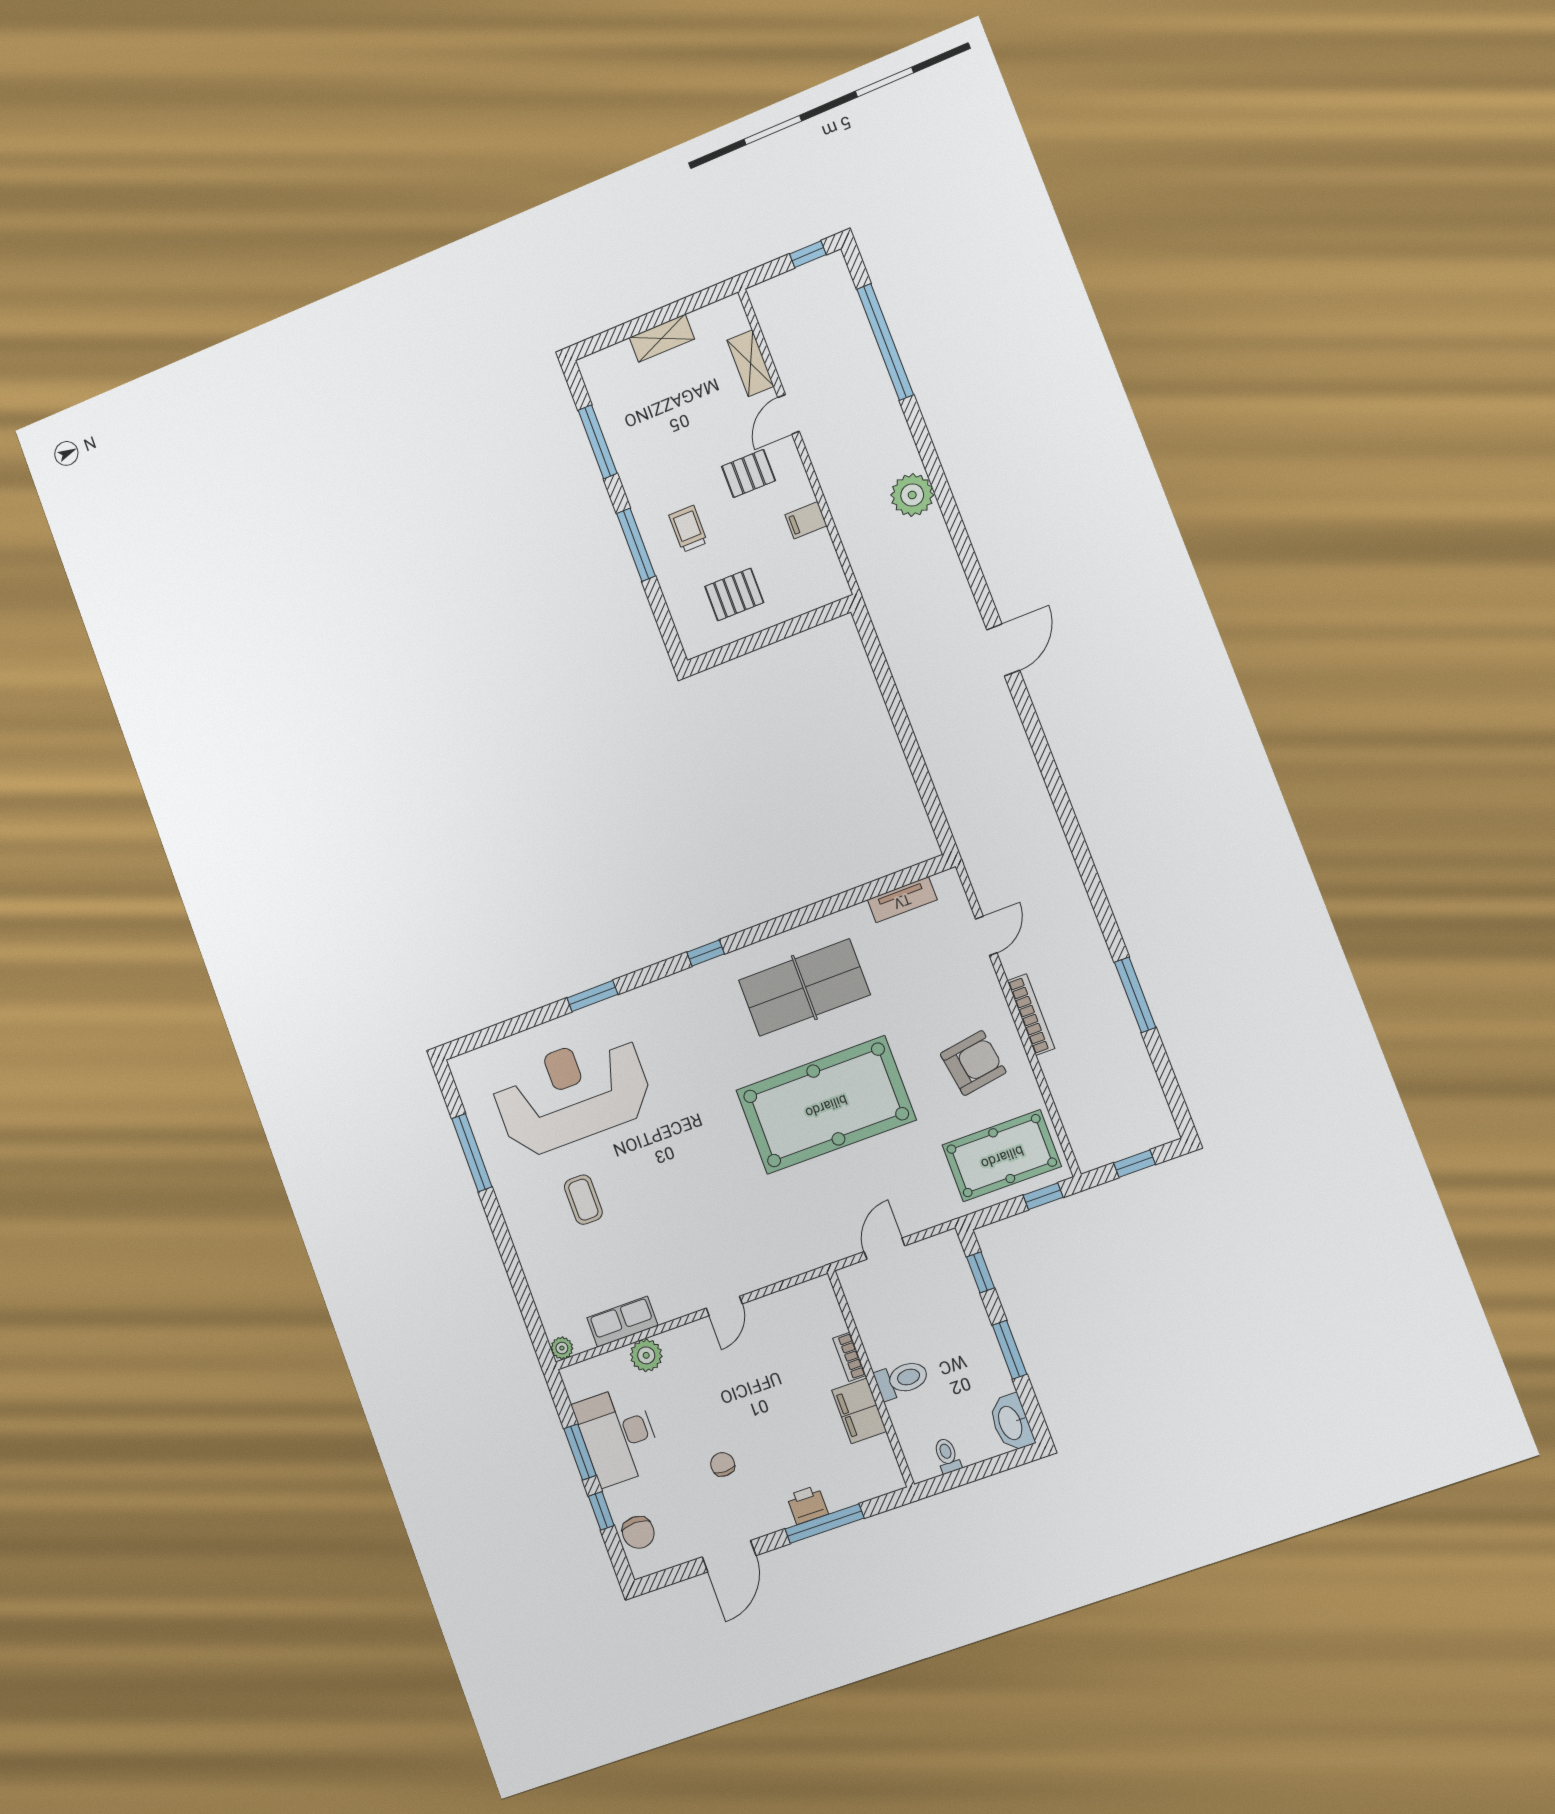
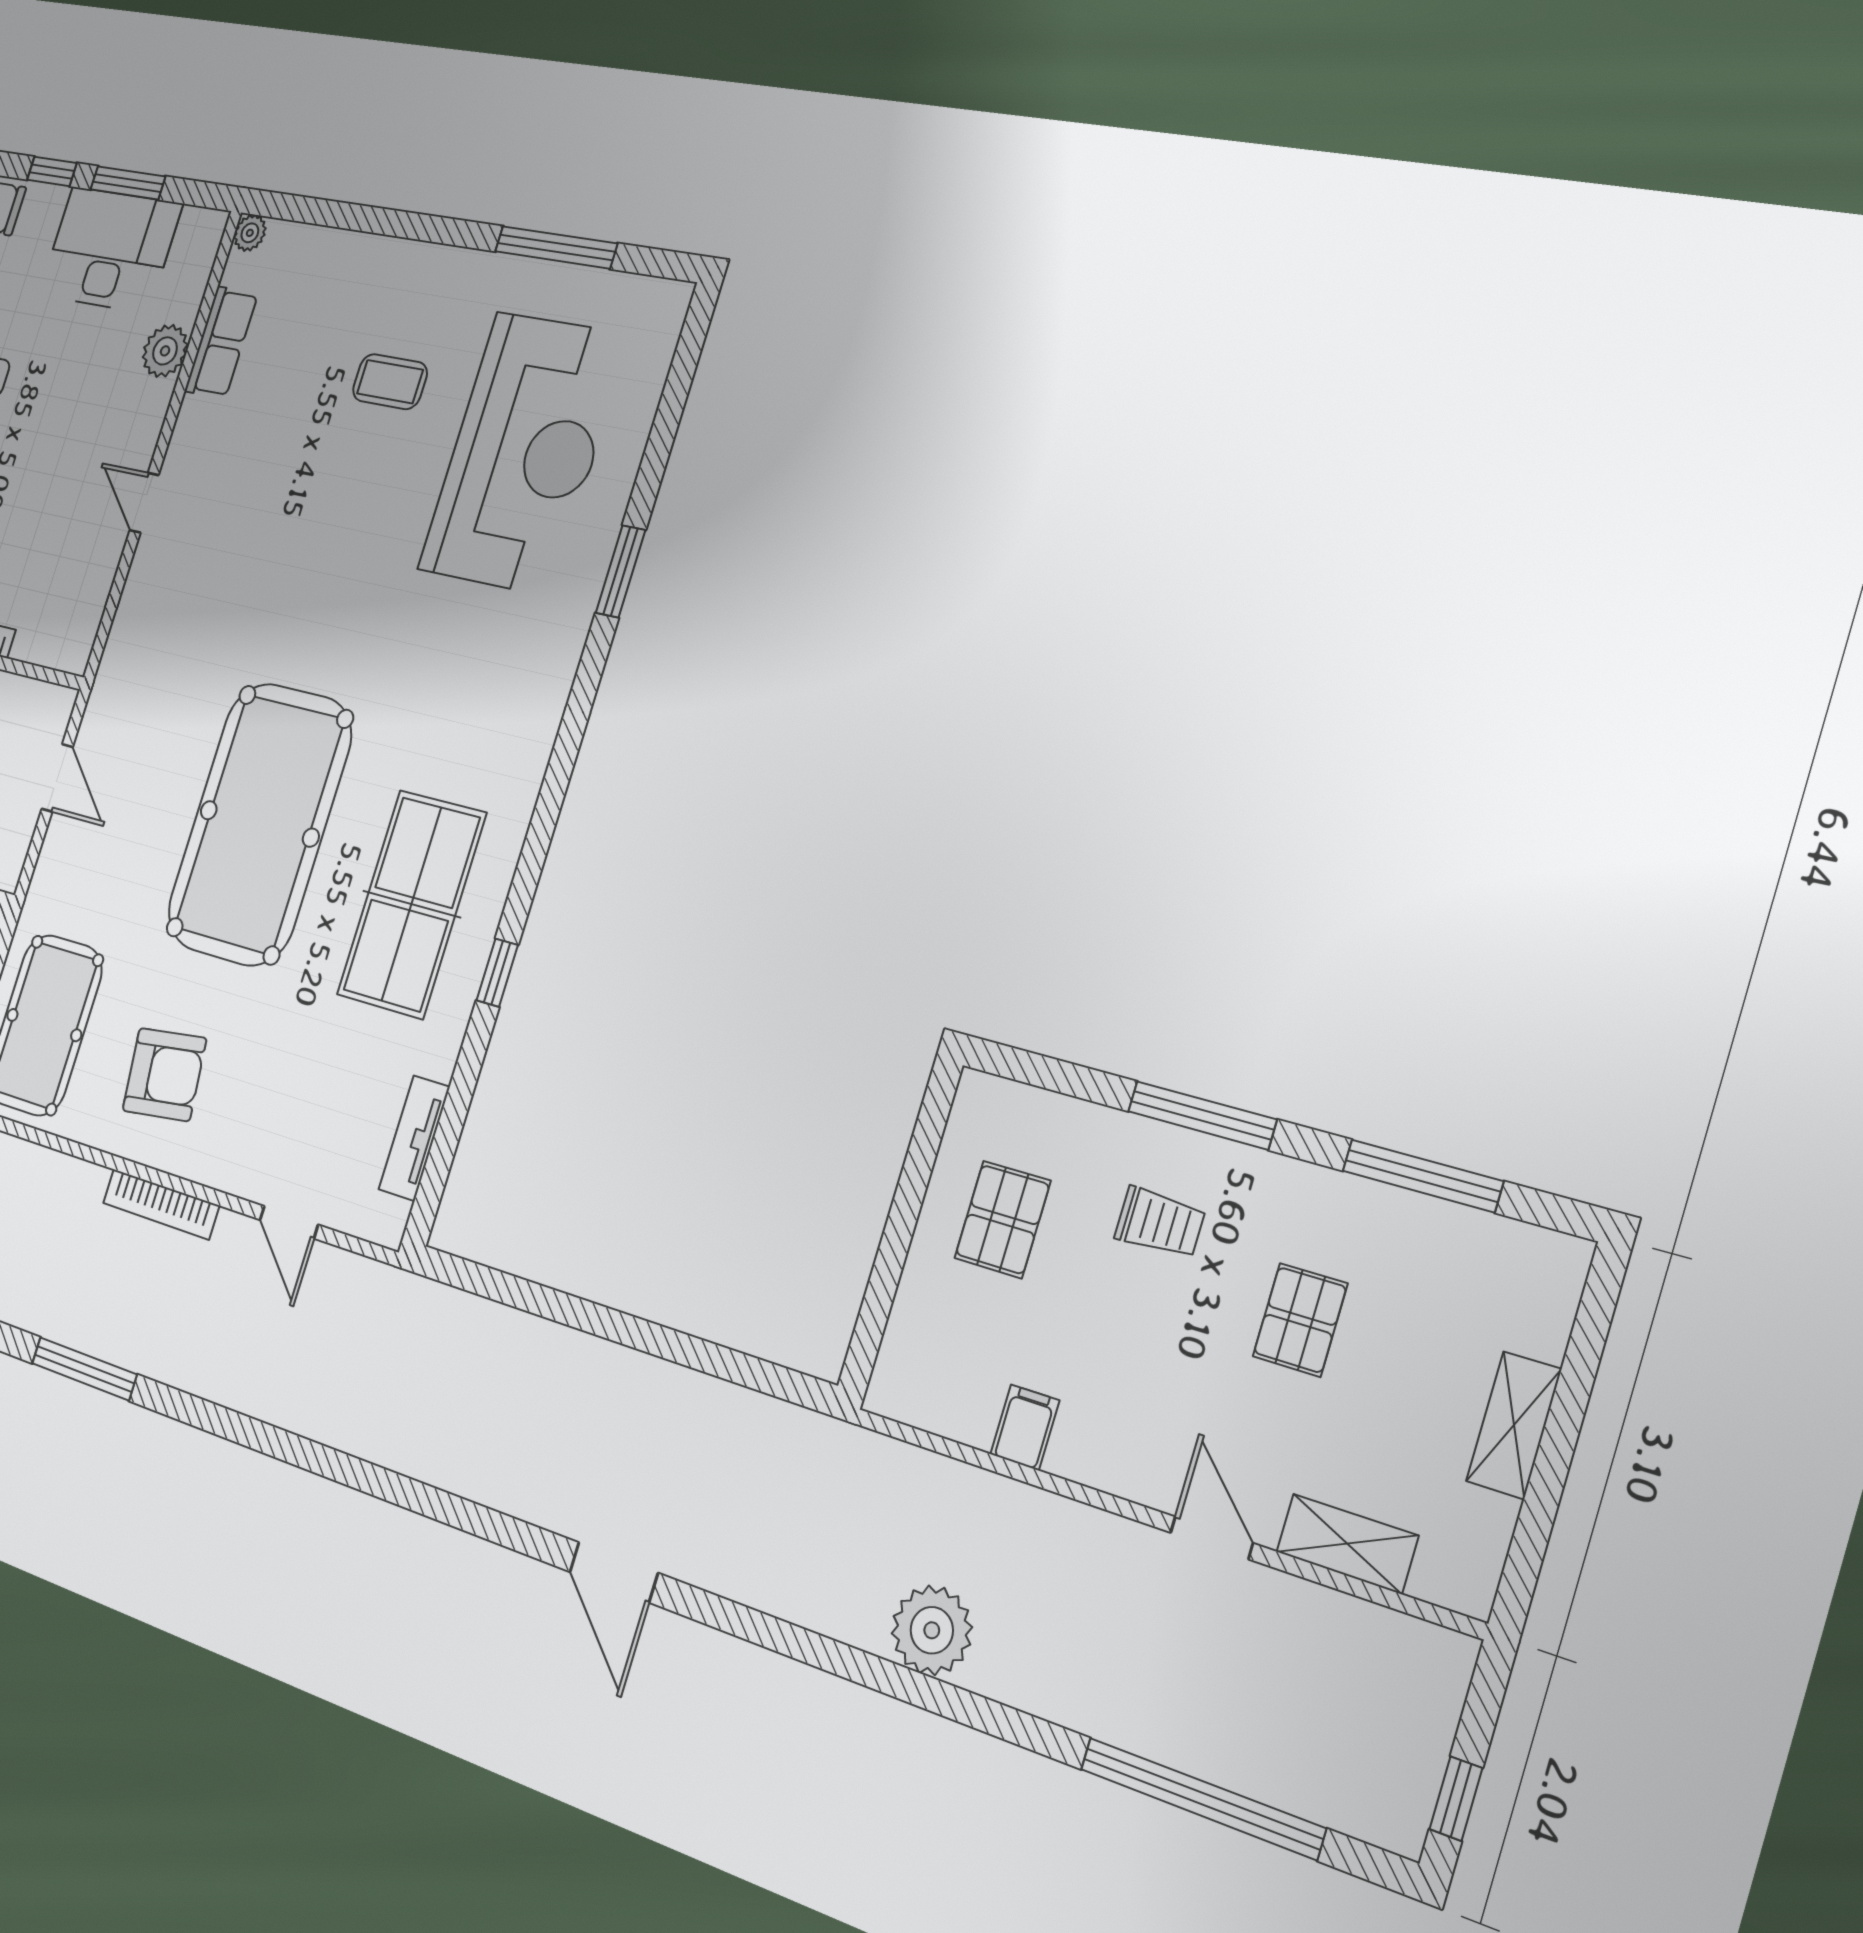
pallet: (748, 473) -> (1300, 1320), moved
window: (706, 953) -> (497, 973), moved
armchair: (973, 1063) -> (165, 1075), turned -88

